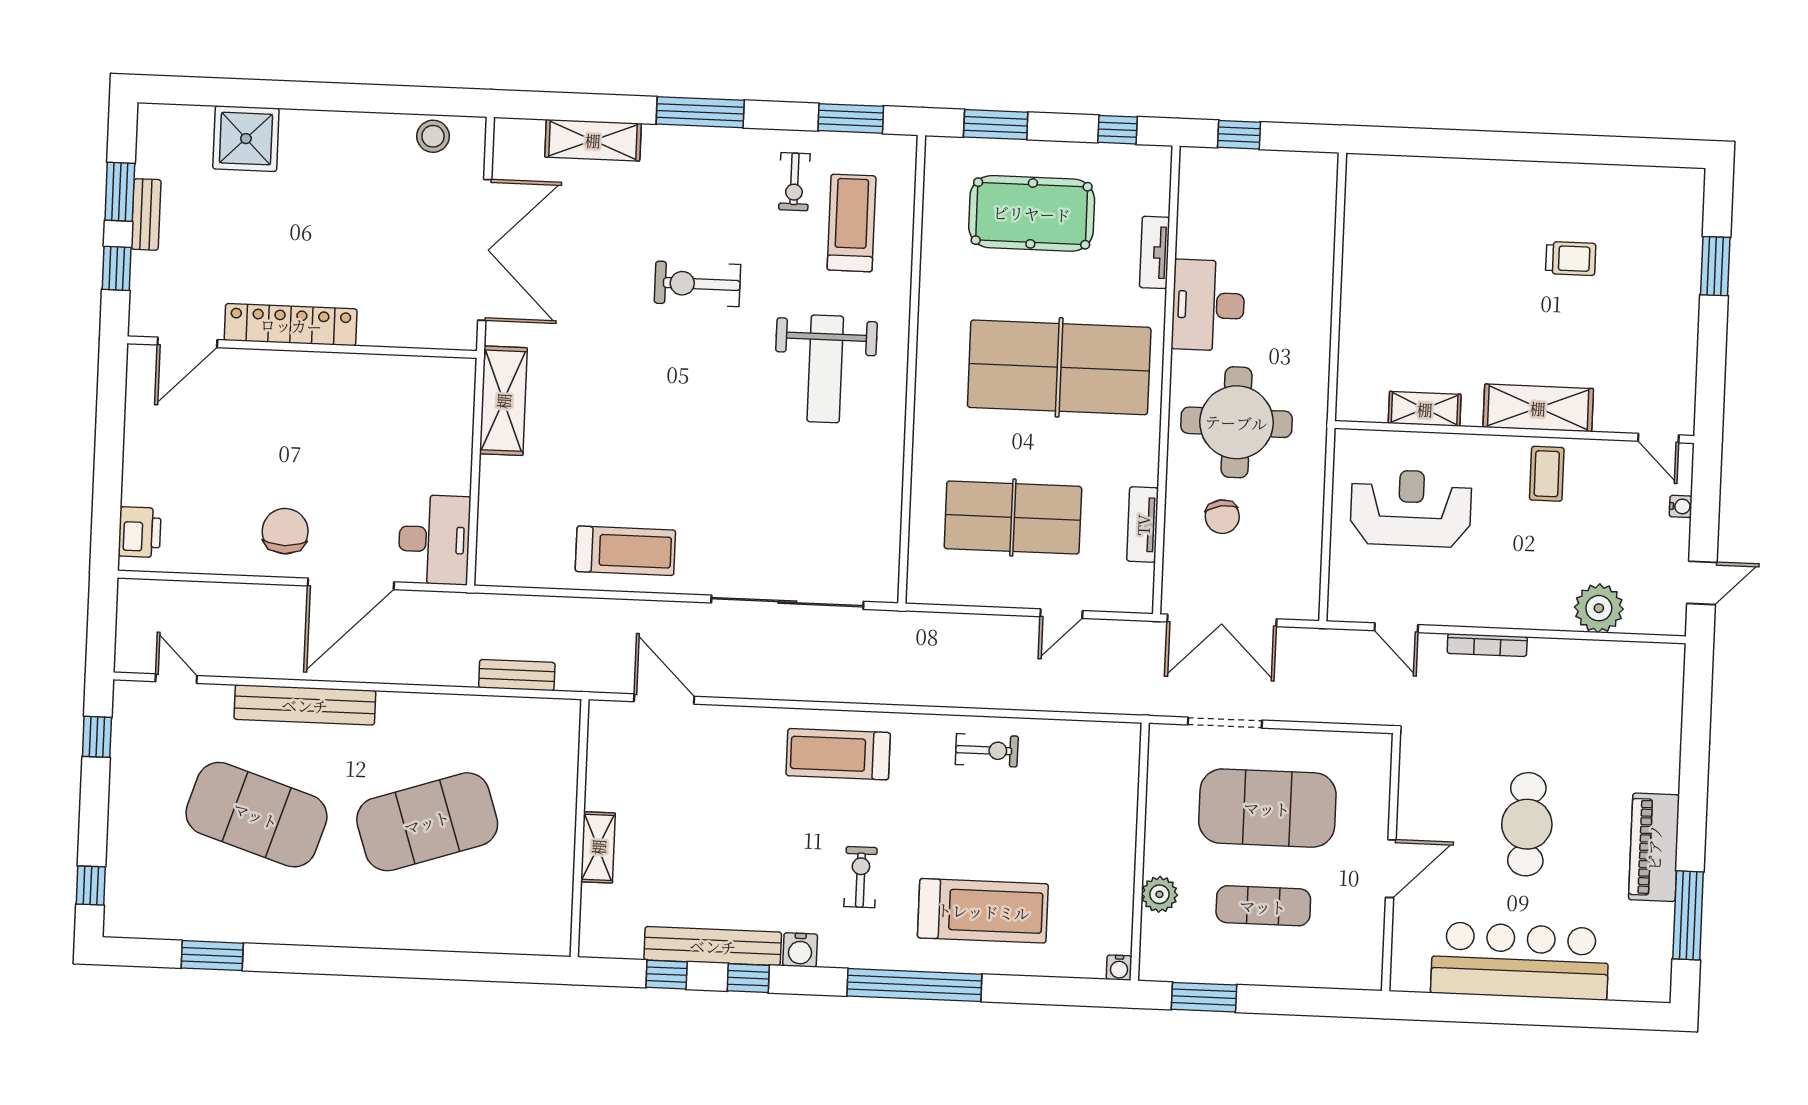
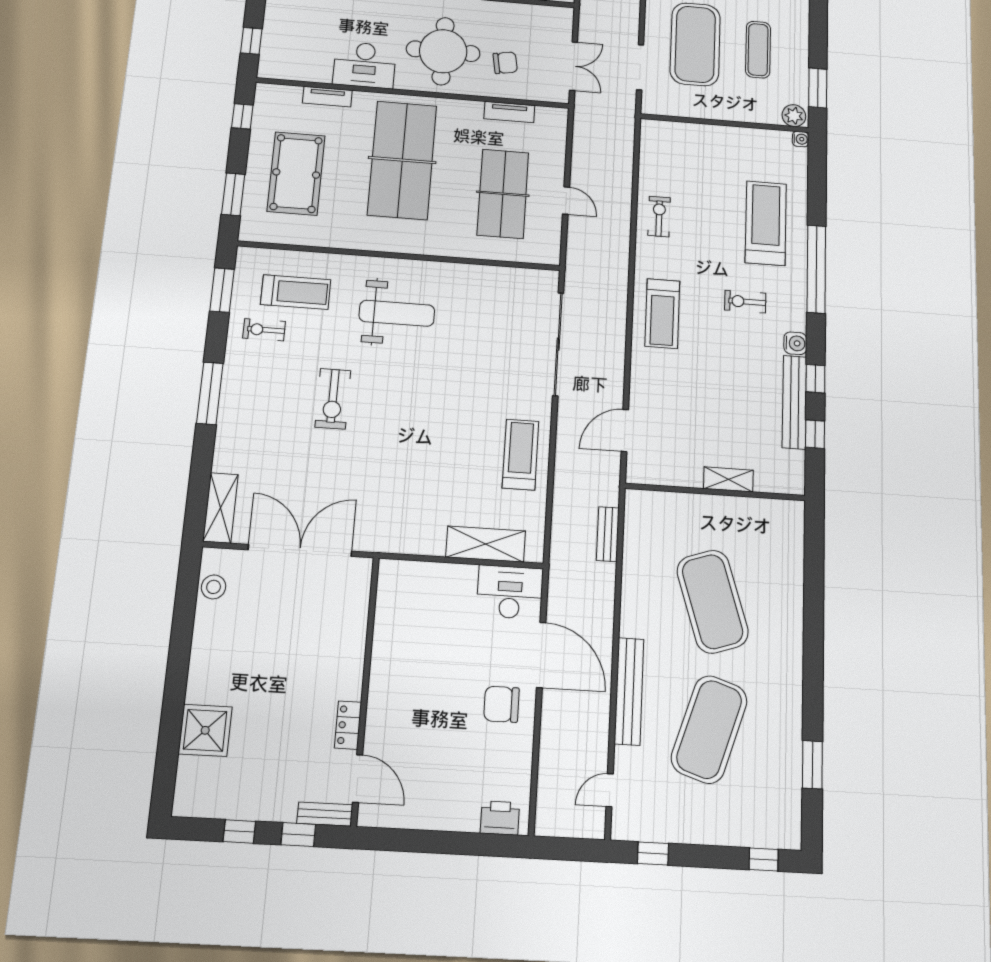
shelving: (593, 140) -> (220, 508), moved
exercise bike: (794, 182) -> (264, 330), turned 180
window: (120, 192) -> (239, 831), width x0.67
bench: (146, 214) -> (325, 814), moved
treadmill: (852, 223) -> (296, 292), turned 180
locker: (291, 325) -> (348, 725), width x0.46, depth x0.83
shelving: (503, 401) -> (486, 544), moved
door: (1061, 614) -> (566, 201), moved
double door: (1222, 620) -> (573, 66), width x0.73
plant: (1159, 894) -> (794, 116), moved

